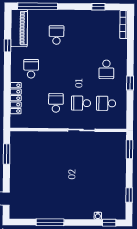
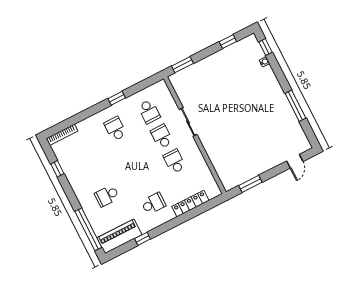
school desk: (31, 69) -> (153, 204), turned 180
school desk: (106, 69) -> (115, 129), turned -90
school desk: (56, 103) -> (174, 161), turned 90
school desk: (81, 103) -> (162, 136), turned 180

